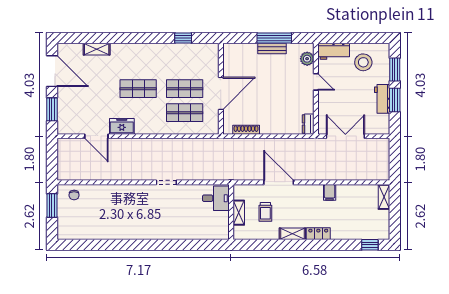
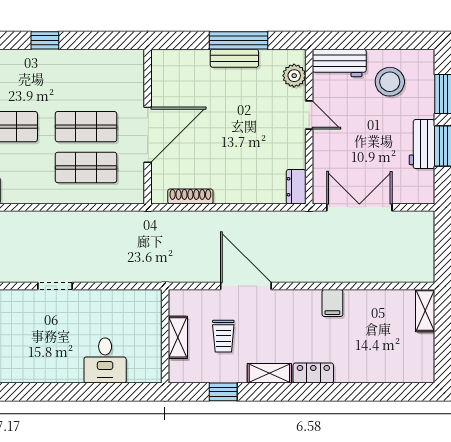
window: (183, 38) -> (45, 40), moved
desk: (216, 198) -> (105, 360), moved, turned 90
window: (370, 245) -> (223, 392), moved

